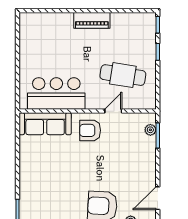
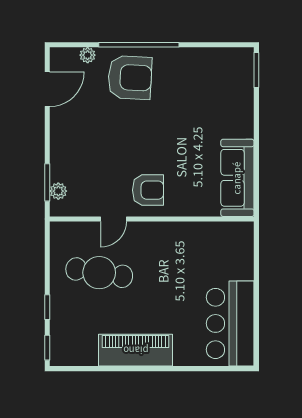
piano: (92, 20) -> (136, 350), width x1.37, depth x1.33
bar counter: (56, 93) -> (230, 323), moved, turned 90
sofa: (45, 124) -> (237, 178), moved, turned -90

